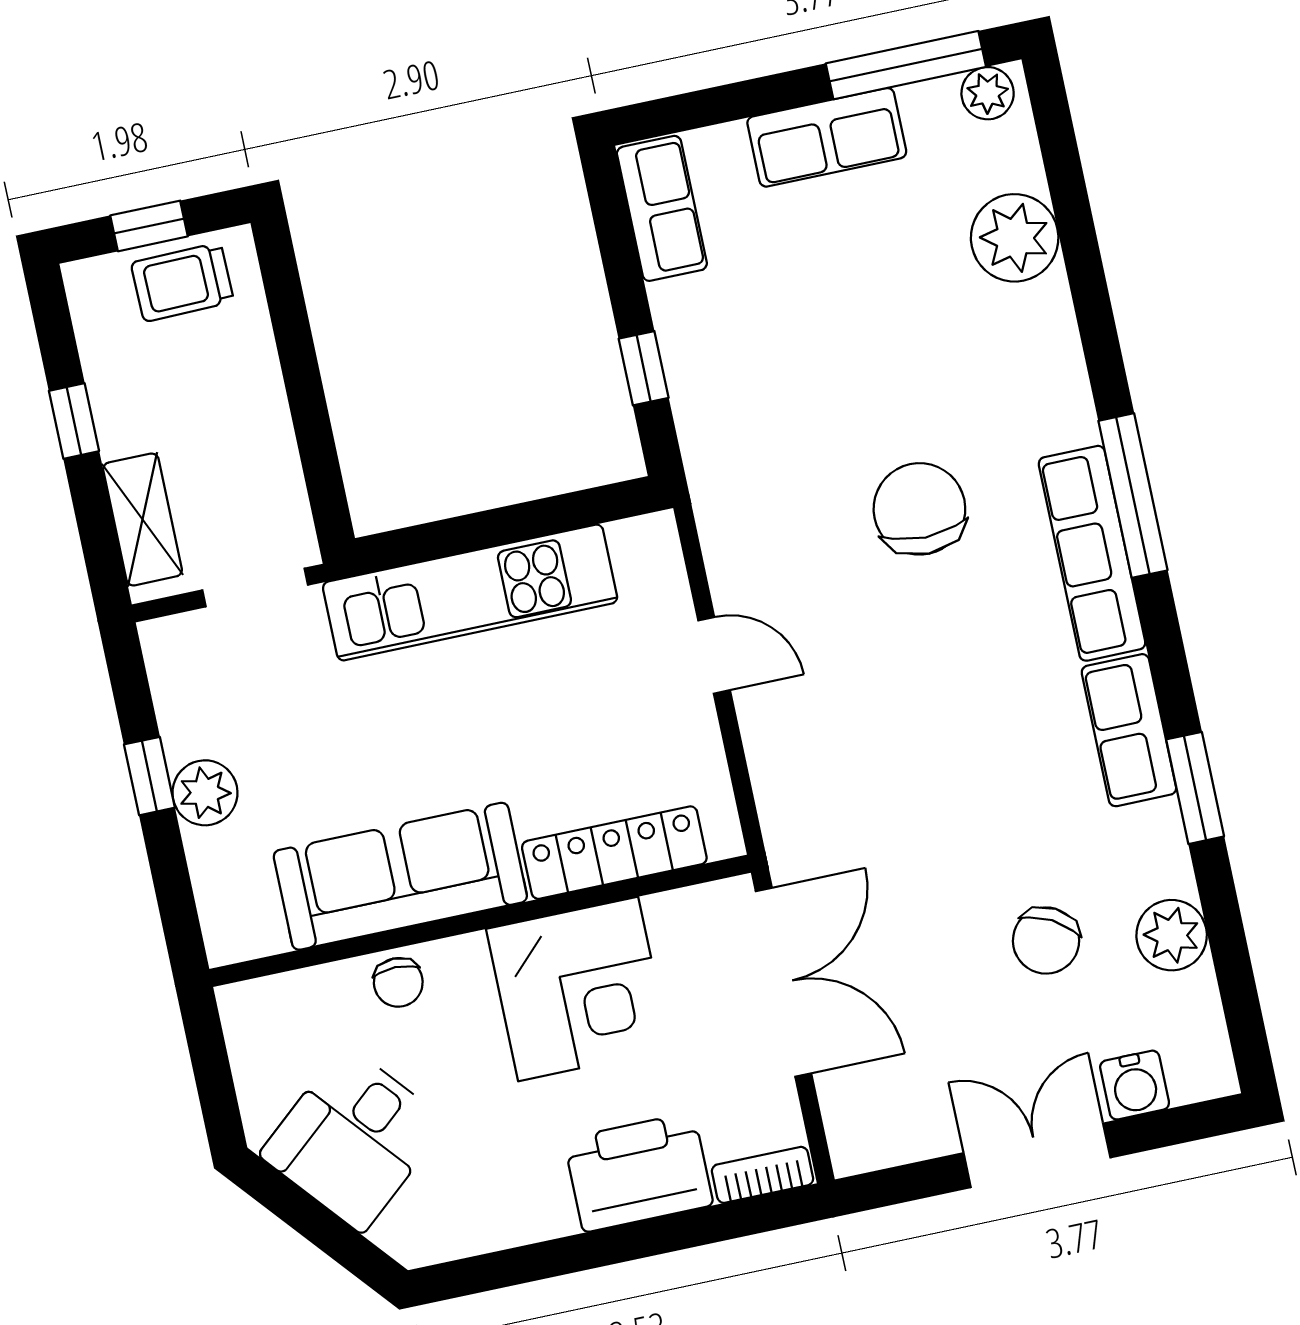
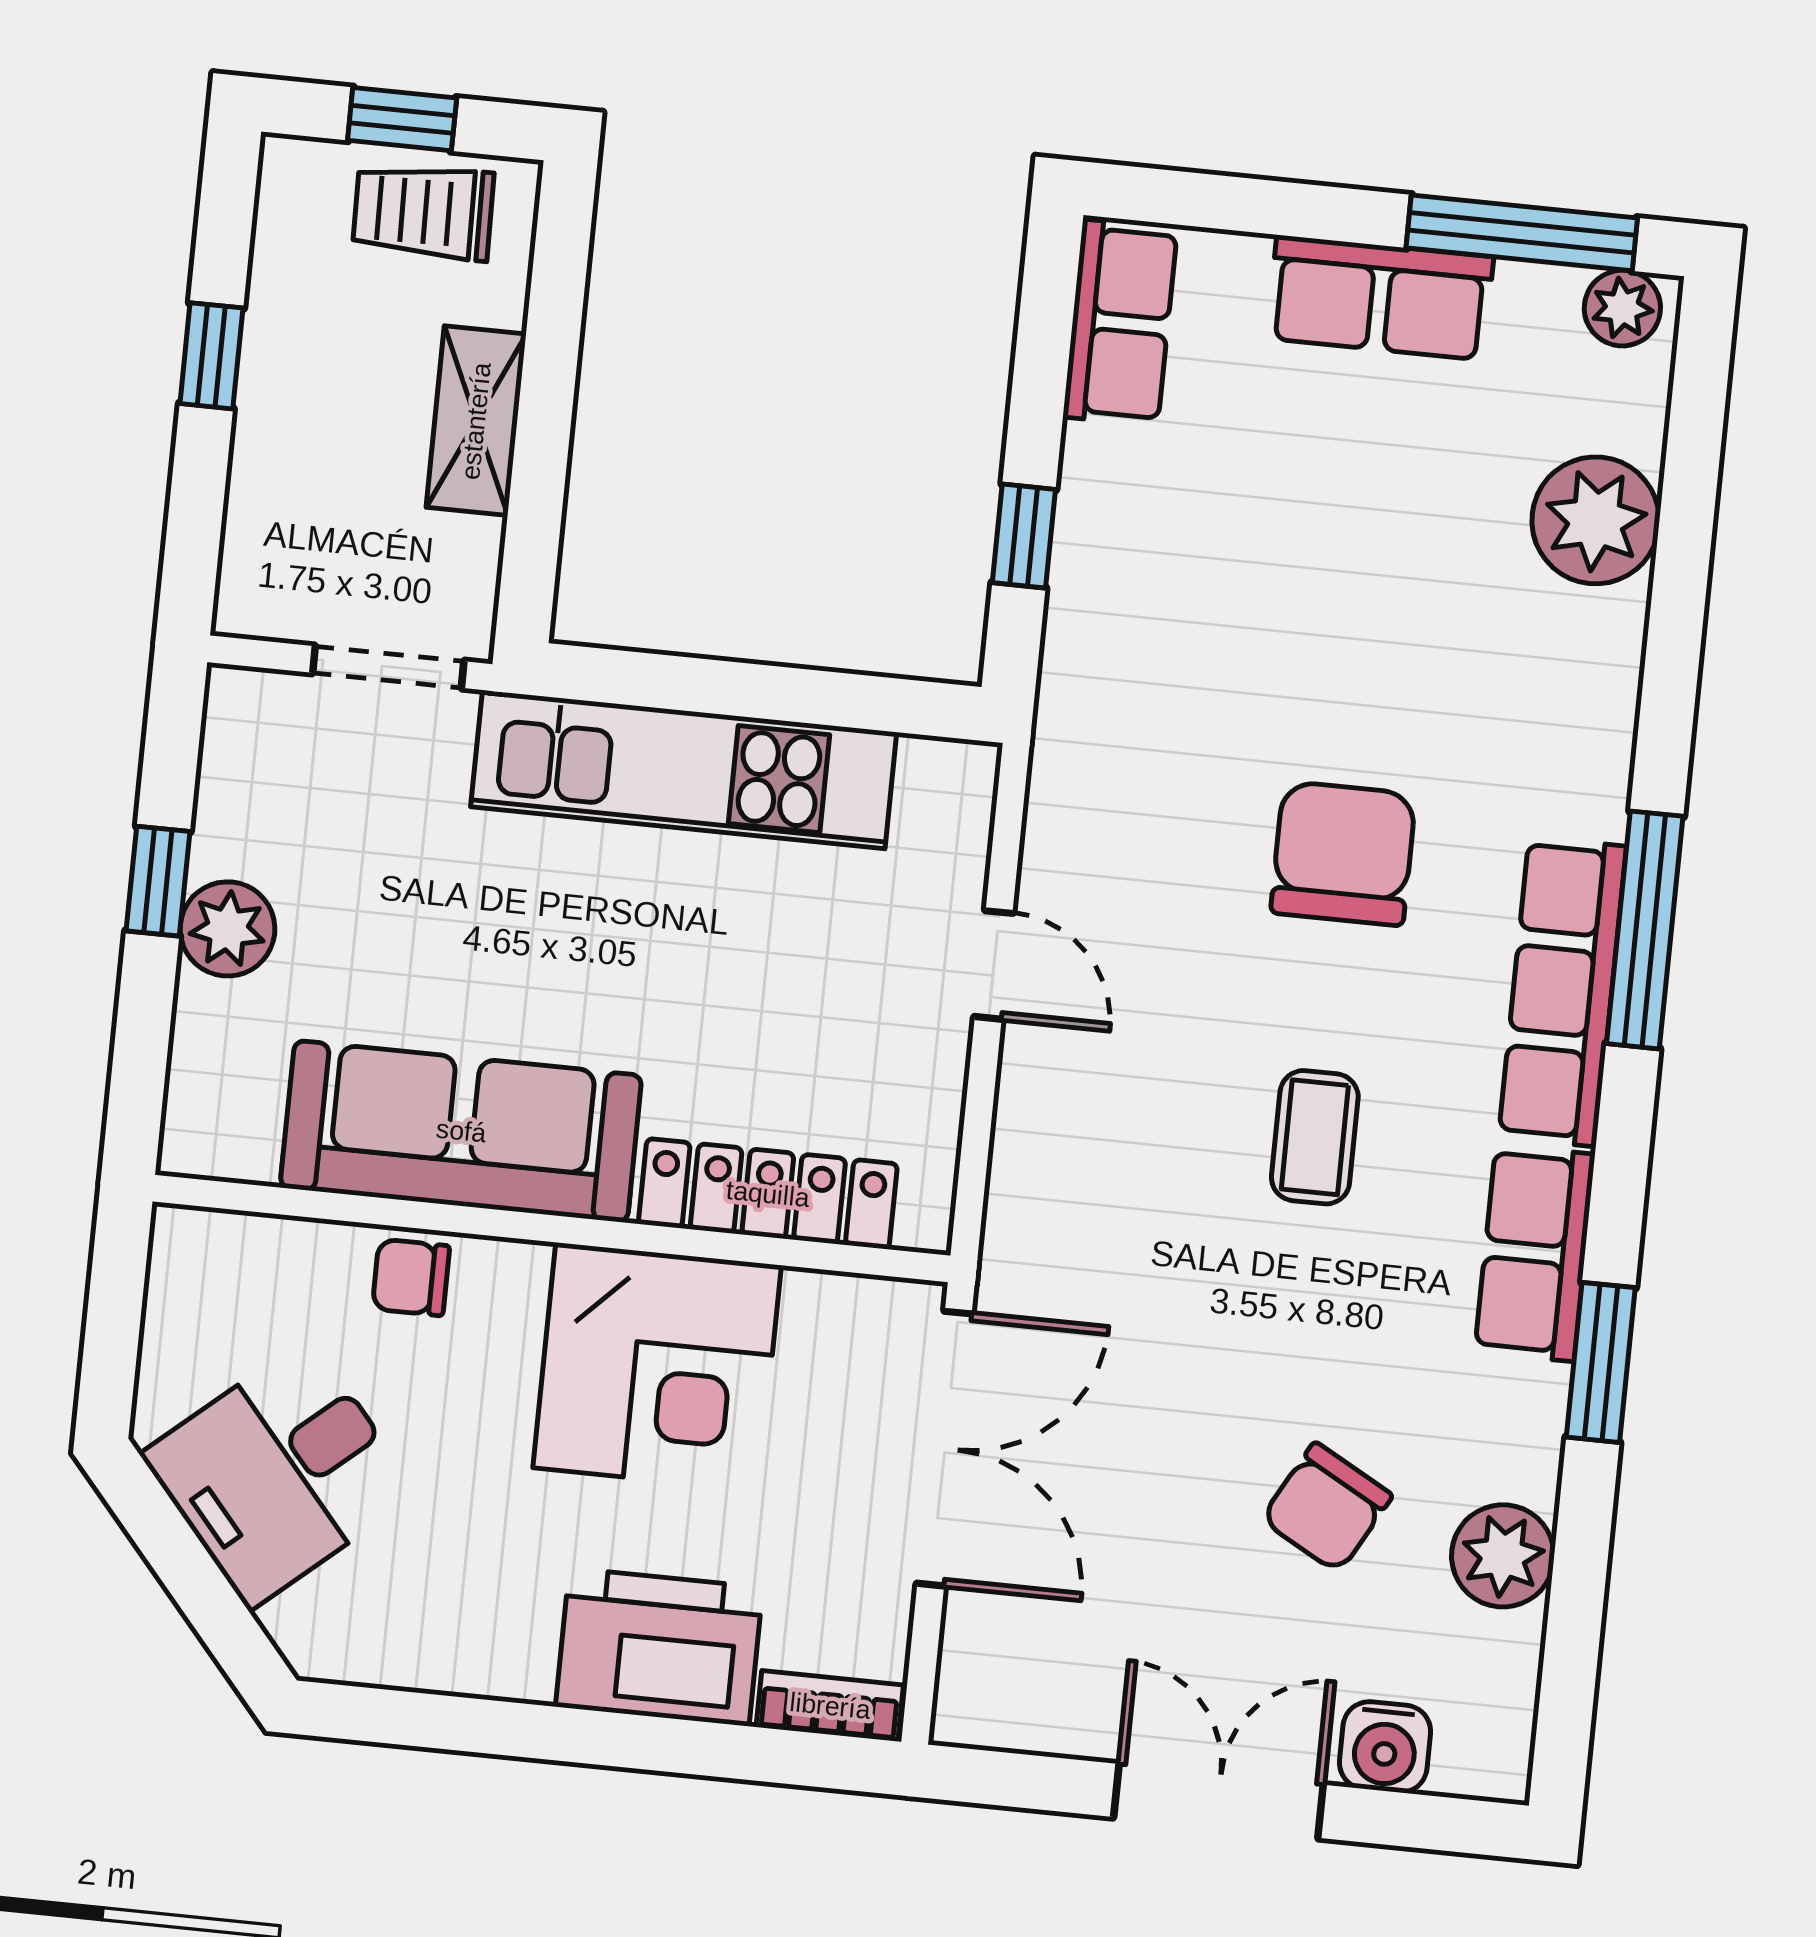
shelving: (143, 519) -> (476, 421), moved
coffee table: (961, 701) -> (1315, 1137), added
chair: (398, 982) -> (411, 1277), turned 90

